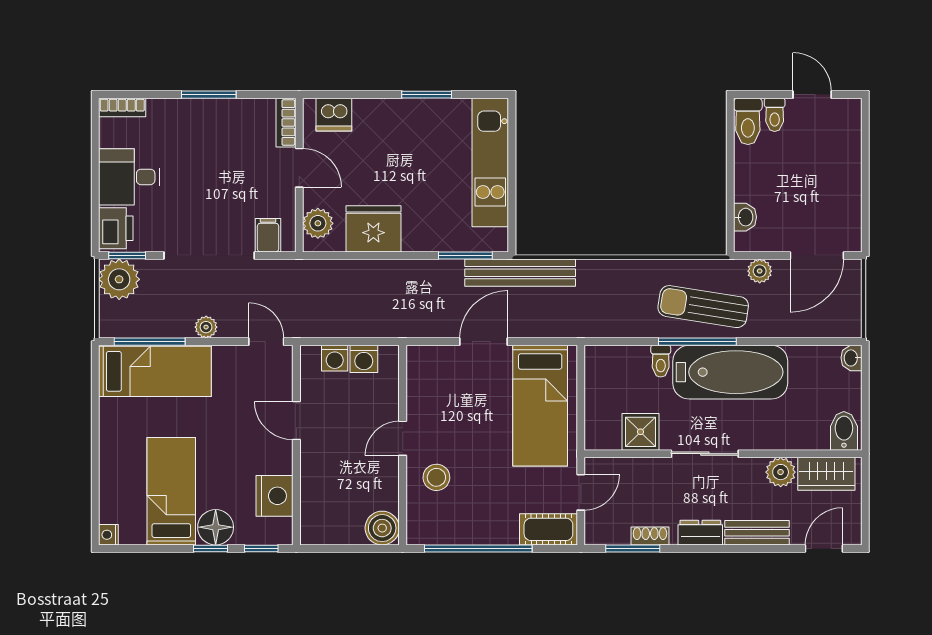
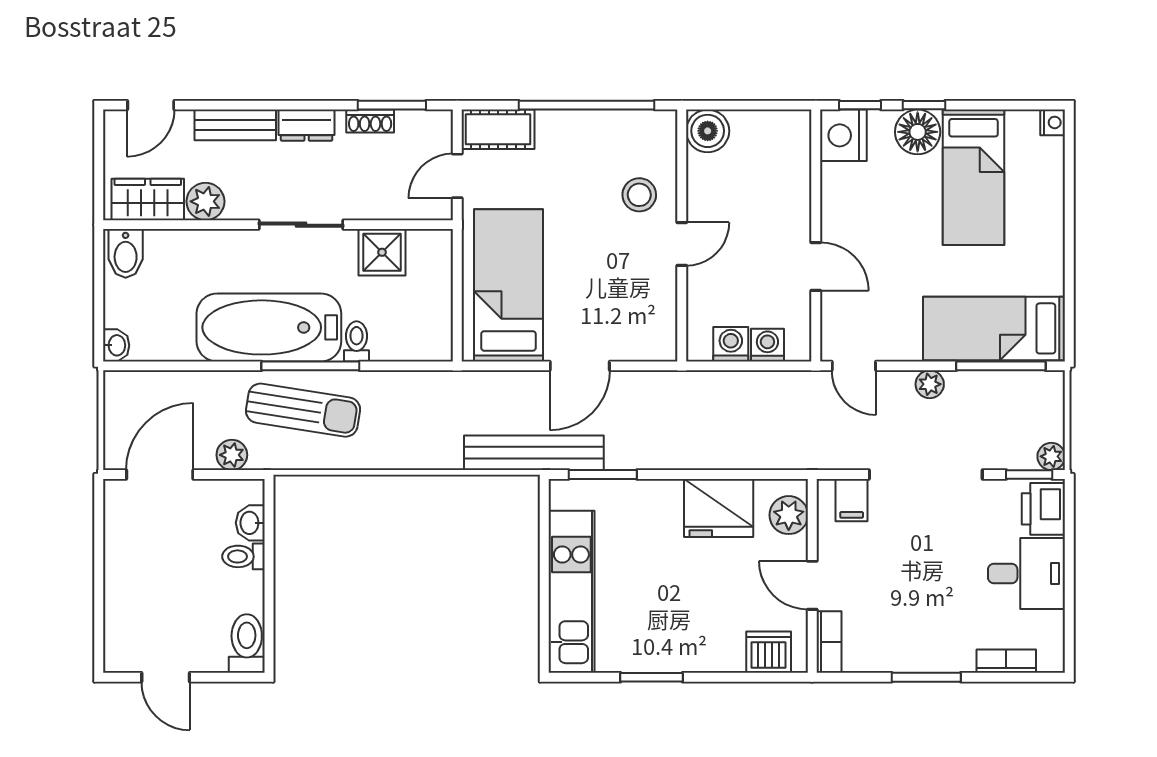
bookcase: (122, 107) -> (1006, 661), moved
toilet: (775, 115) -> (243, 556), moved, turned -90
plant: (119, 279) -> (1051, 456), width x0.53, depth x0.53
nightstand: (274, 496) -> (843, 135), moved

